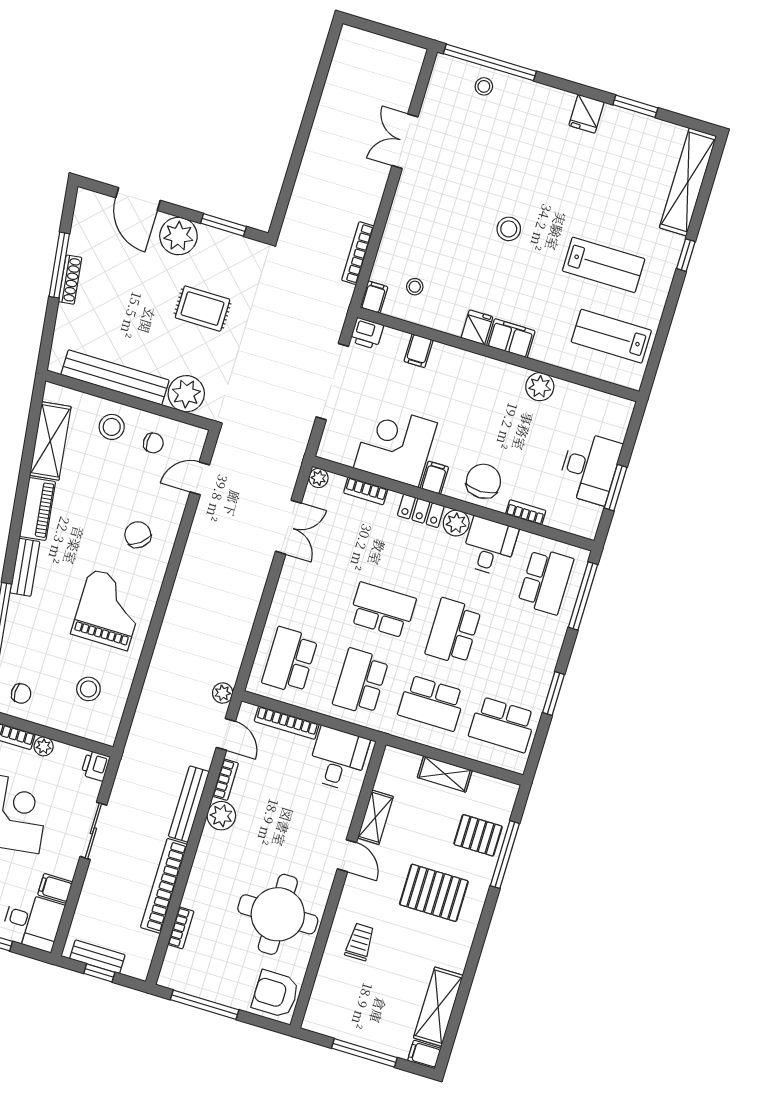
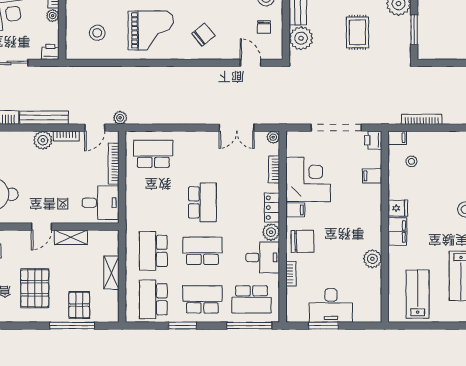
school desk: (361, 682) -> (202, 299), moved

